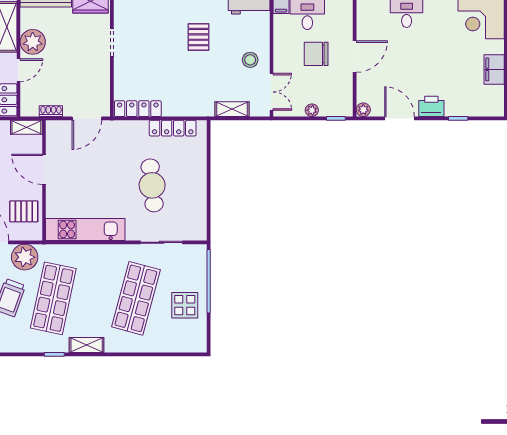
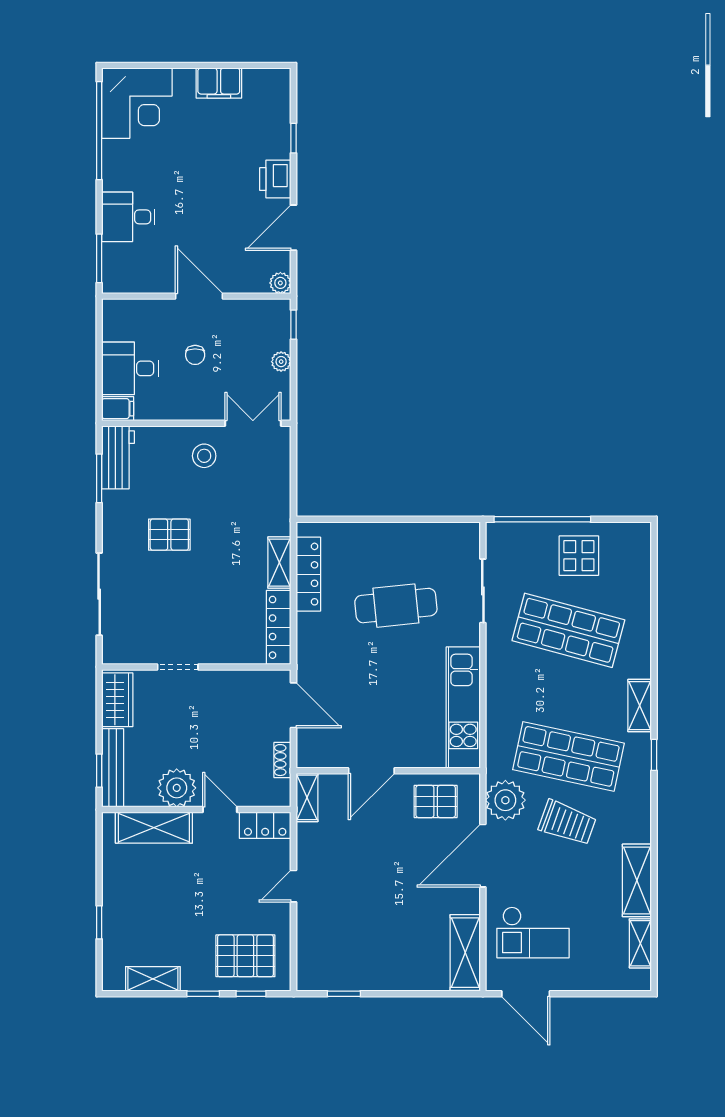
chair: (316, 54) -> (195, 355), width x0.54, depth x0.54
shelving: (232, 109) -> (279, 563), moved
pallet: (24, 211) -> (436, 801), turned 90

